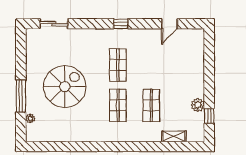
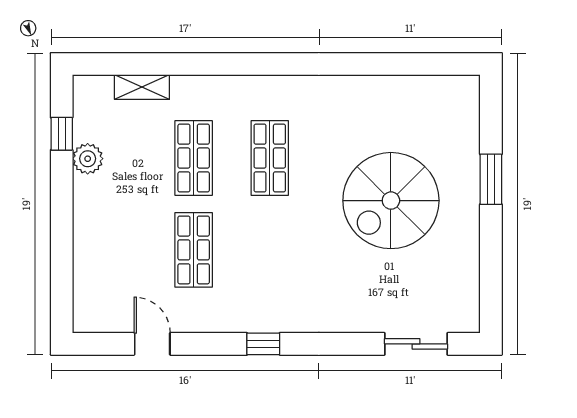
door: (169, 24) -> (152, 344), hinge flipped
shop shelf: (118, 65) -> (194, 250), moved
window: (21, 96) -> (491, 179), width x0.69
plant: (30, 118) -> (470, 128), removed

